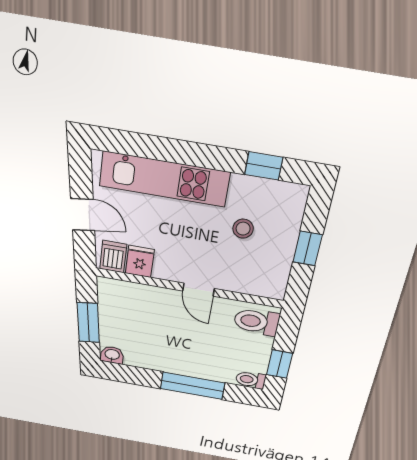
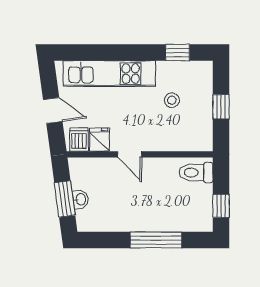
door: (198, 290) -> (130, 154), moved
washbasin: (112, 355) -> (80, 199), moved, turned 82
toilet: (251, 380) -> (201, 225), removed

